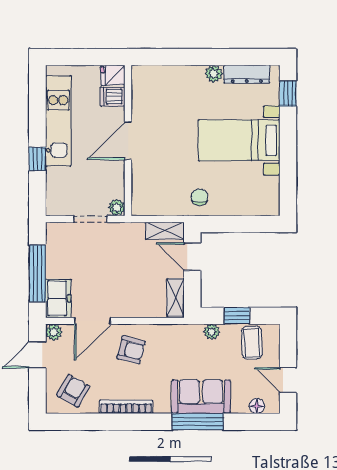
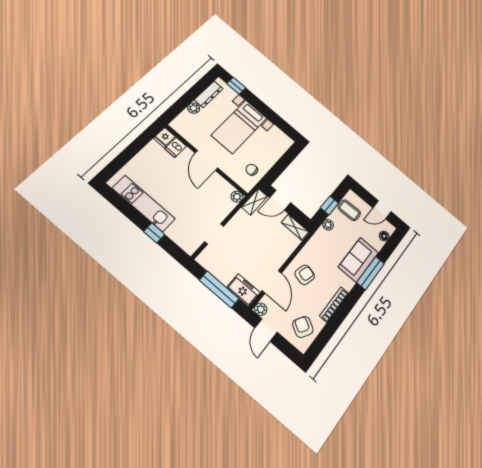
fridge: (113, 75) -> (164, 137), moved
dishwasher: (113, 97) -> (176, 147), moved
door: (128, 141) -> (206, 160), moved
wall: (128, 141) -> (206, 160), moved
plant: (117, 208) -> (237, 197), moved

